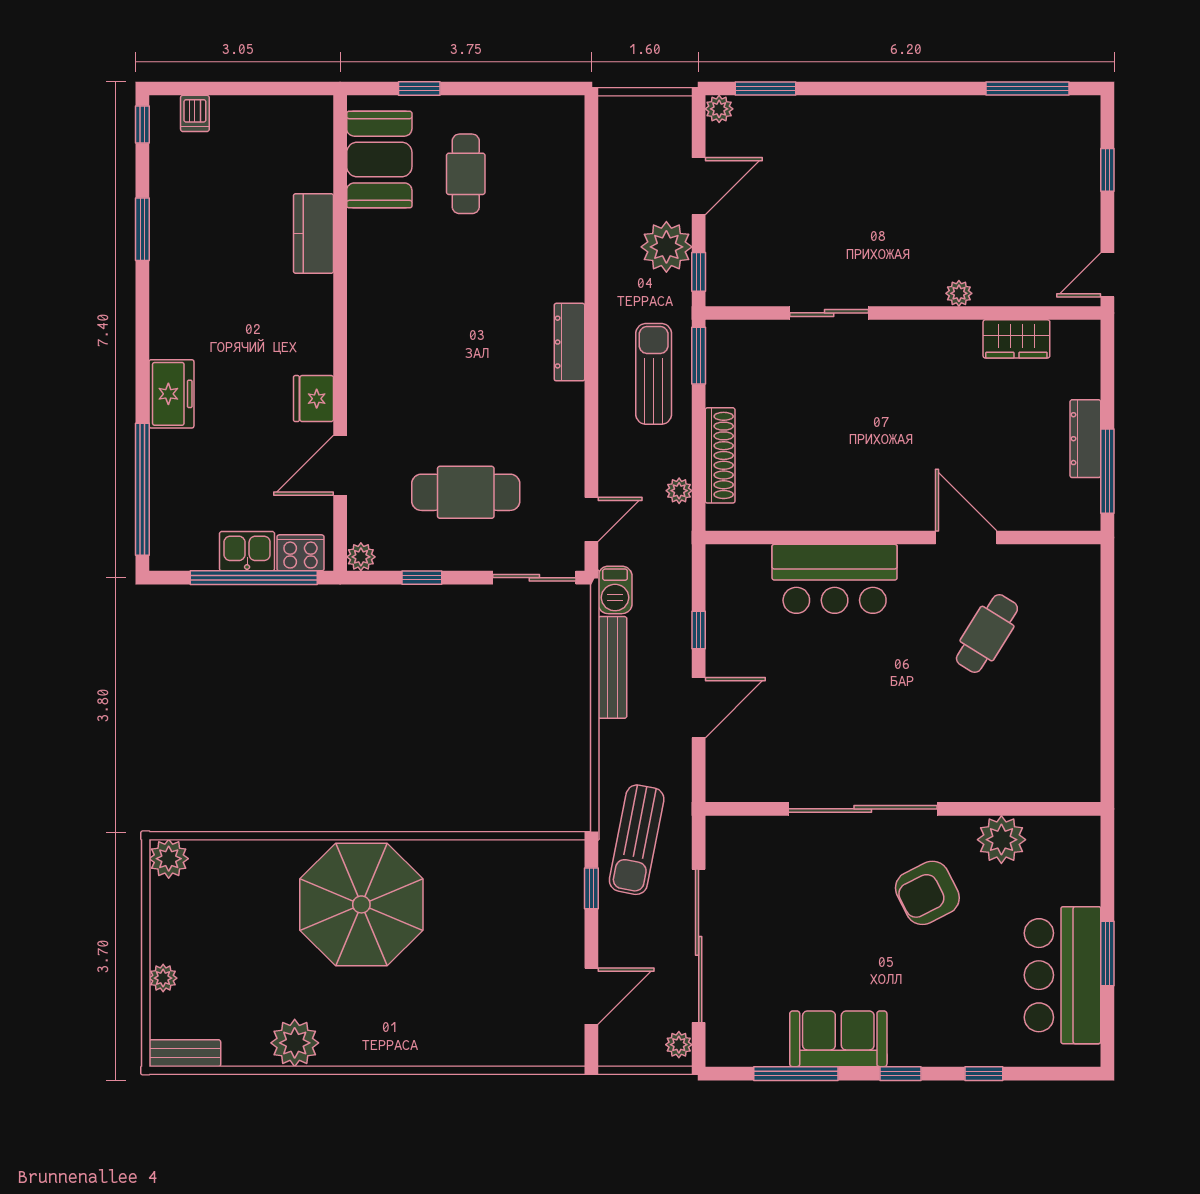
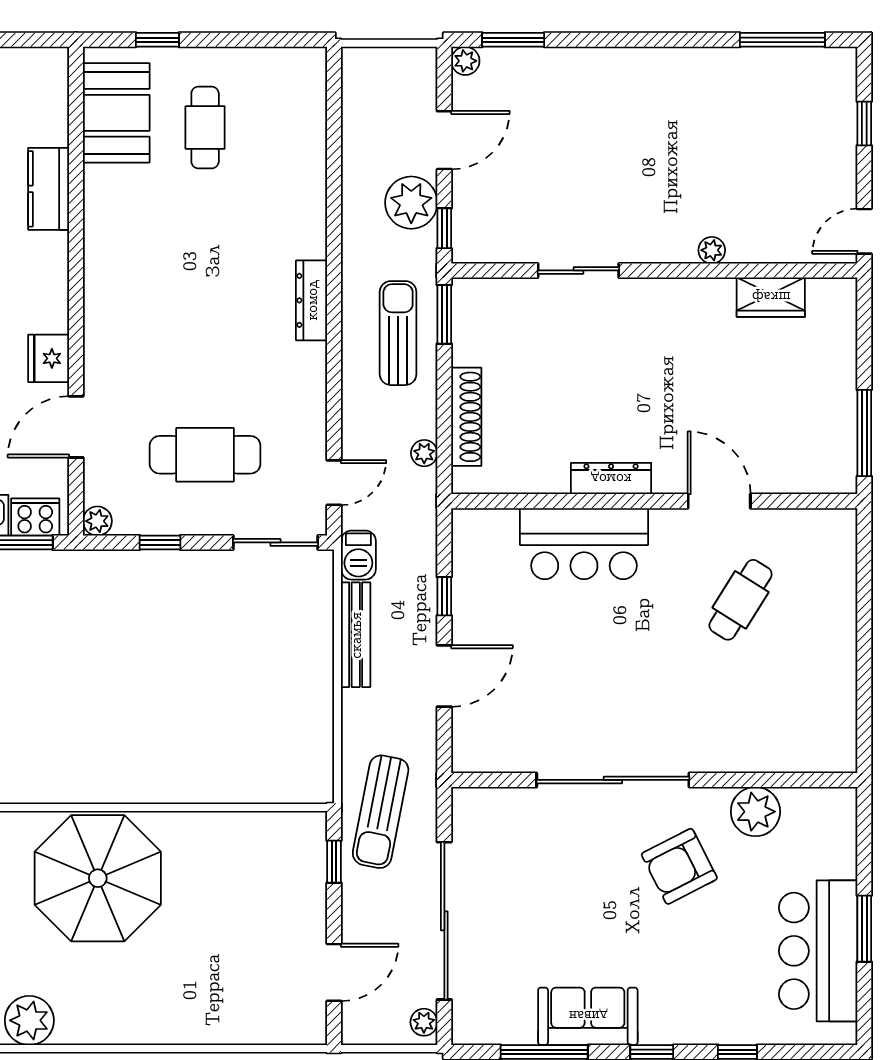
dresser: (1085, 439) -> (611, 479), moved, turned 90

